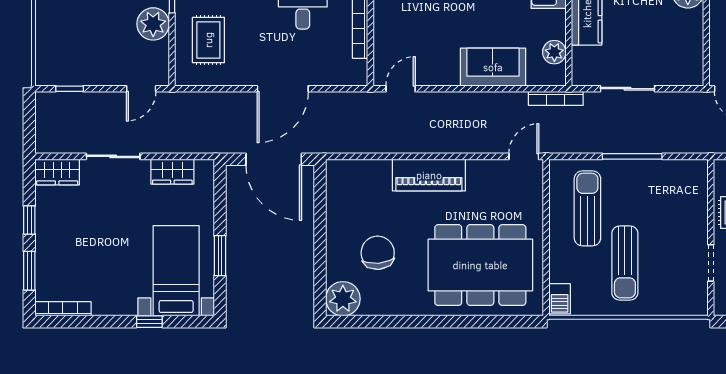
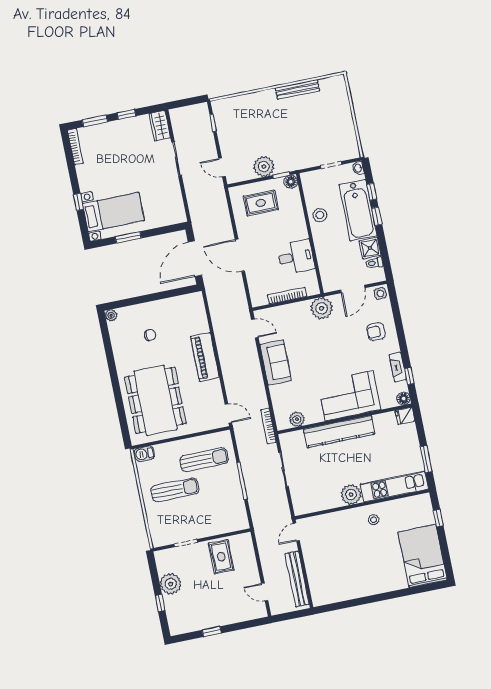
sofa: (493, 67) -> (276, 362), moved
wardrobe: (172, 172) -> (175, 197), removed
chair: (378, 253) -> (150, 335), width x0.54, depth x0.54
sun lounger: (625, 263) -> (175, 490), turned 180
plant: (343, 299) -> (111, 315), width x0.53, depth x0.53

